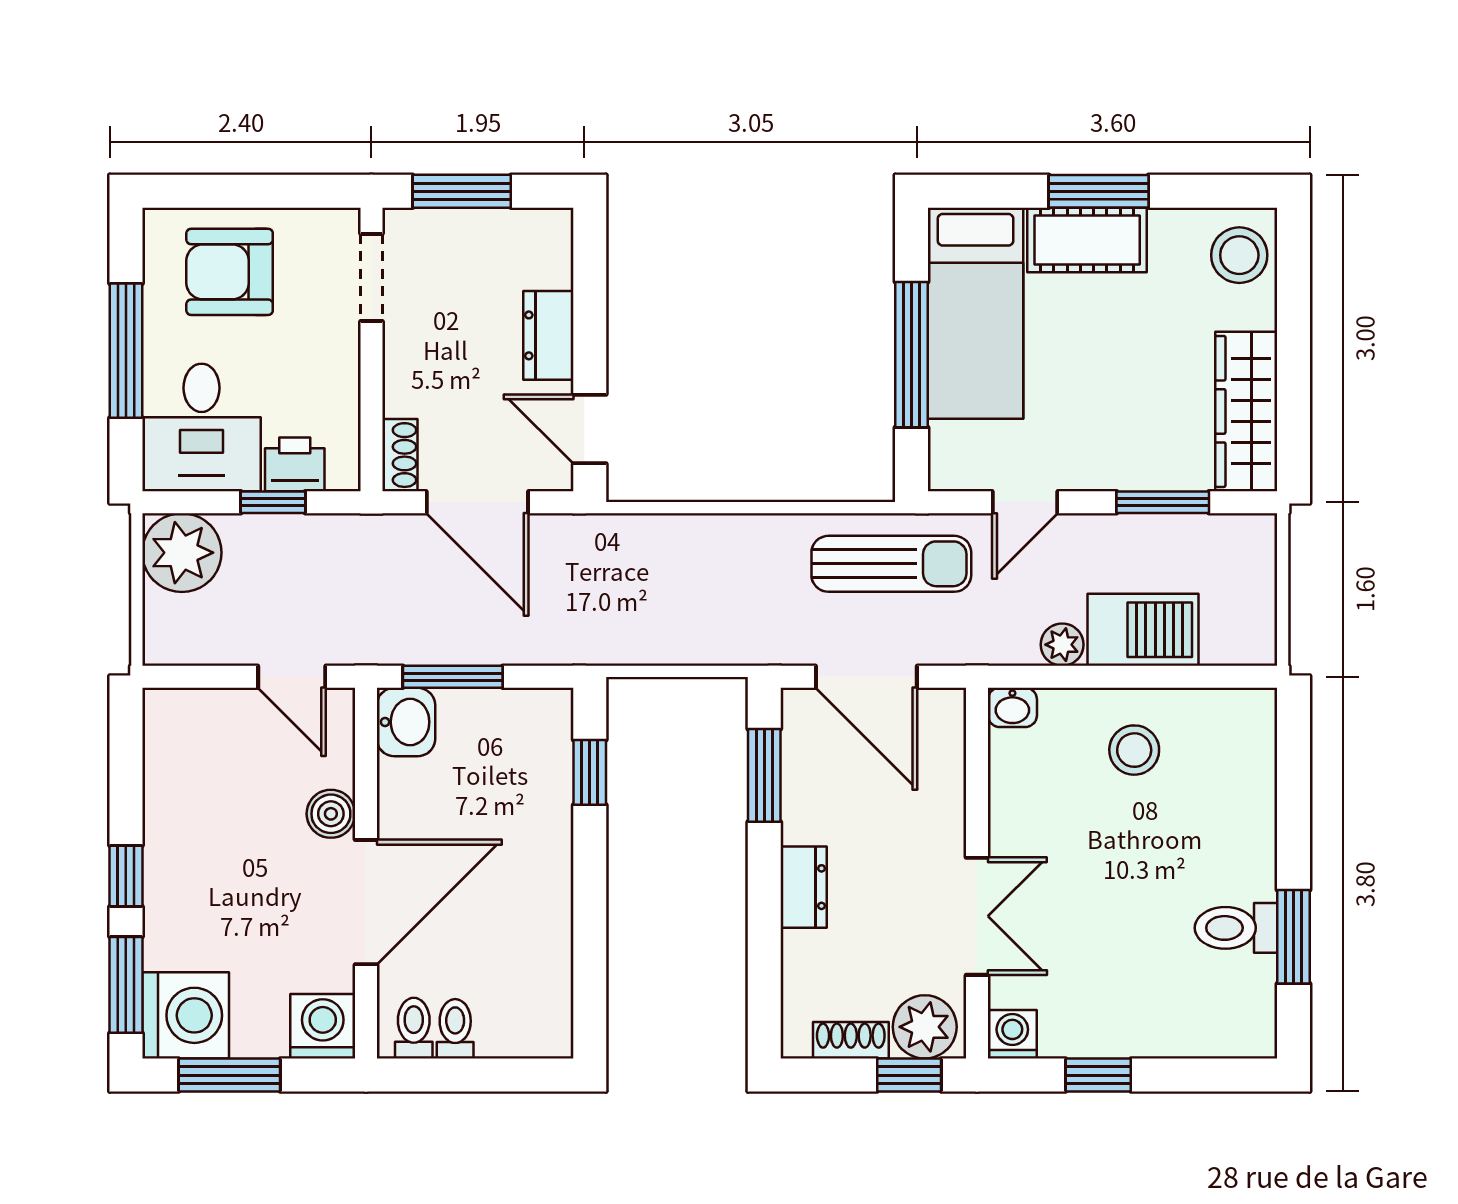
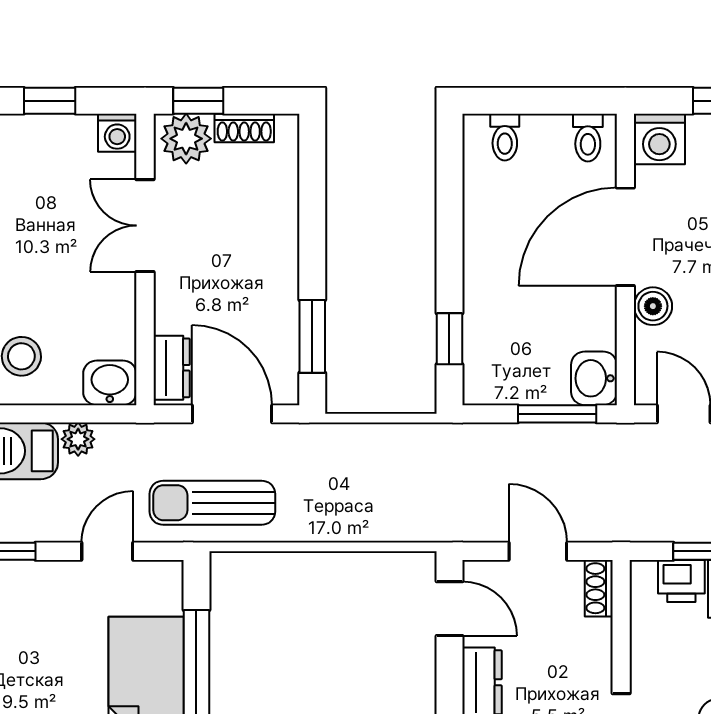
door: (477, 502) -> (538, 551), width x0.73
washbasin: (1012, 707) -> (110, 383), width x1.38, depth x1.45
dresser: (804, 887) -> (172, 368), moved, turned 180
toilet: (455, 1029) -> (505, 137), moved

